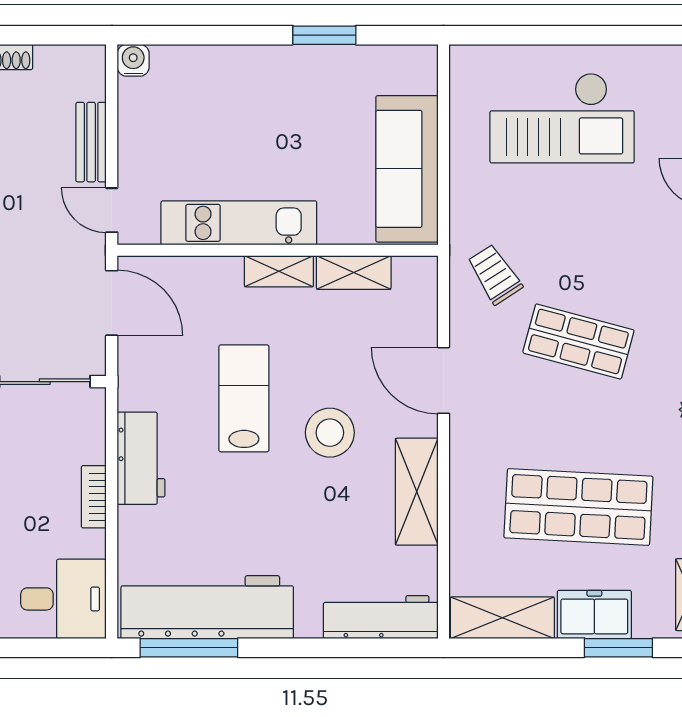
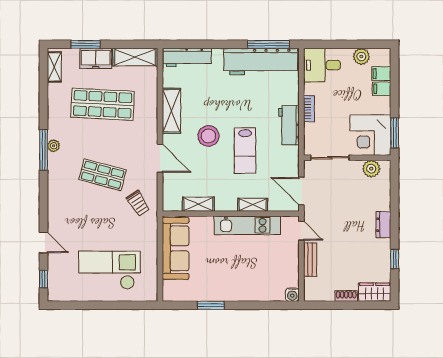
shelving: (279, 271) -> (253, 205), moved

